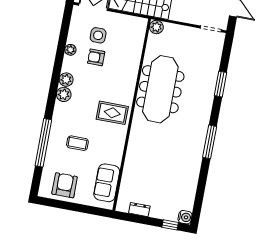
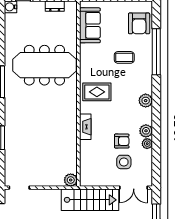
fireplace: (131, 79) -> (85, 127), added
plant: (66, 80) -> (146, 131), moved
meeting table: (160, 89) -> (44, 65), moved, turned 90
armchair: (65, 185) -> (139, 23), moved

